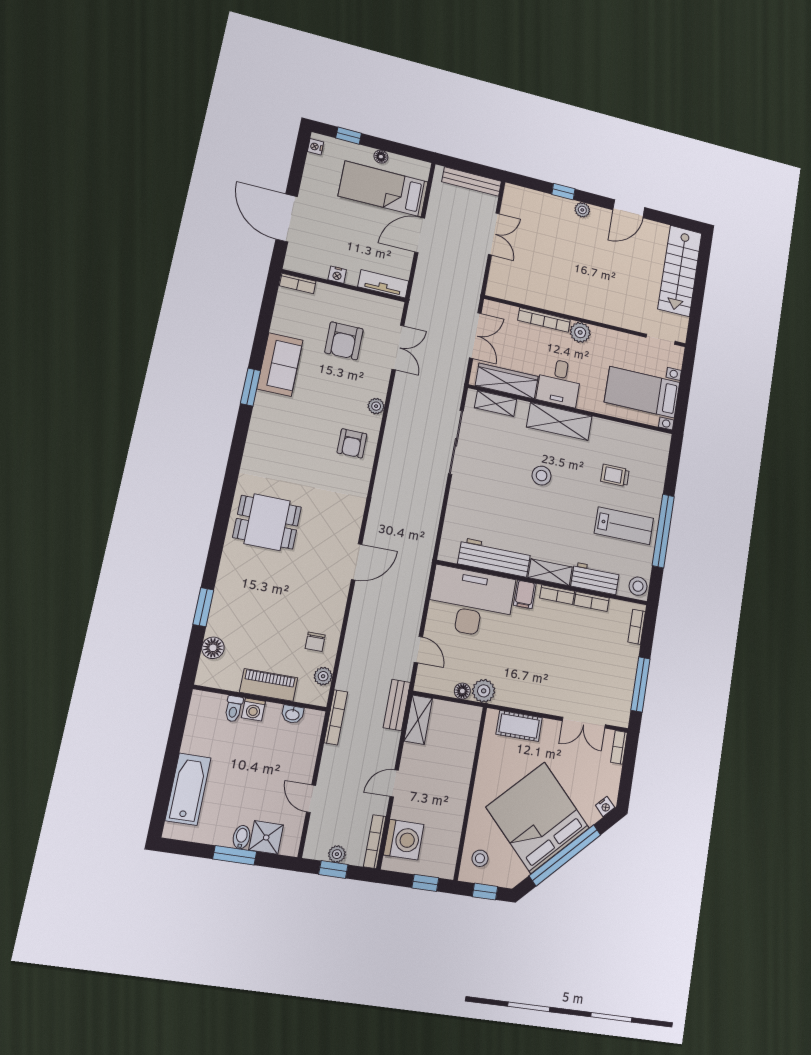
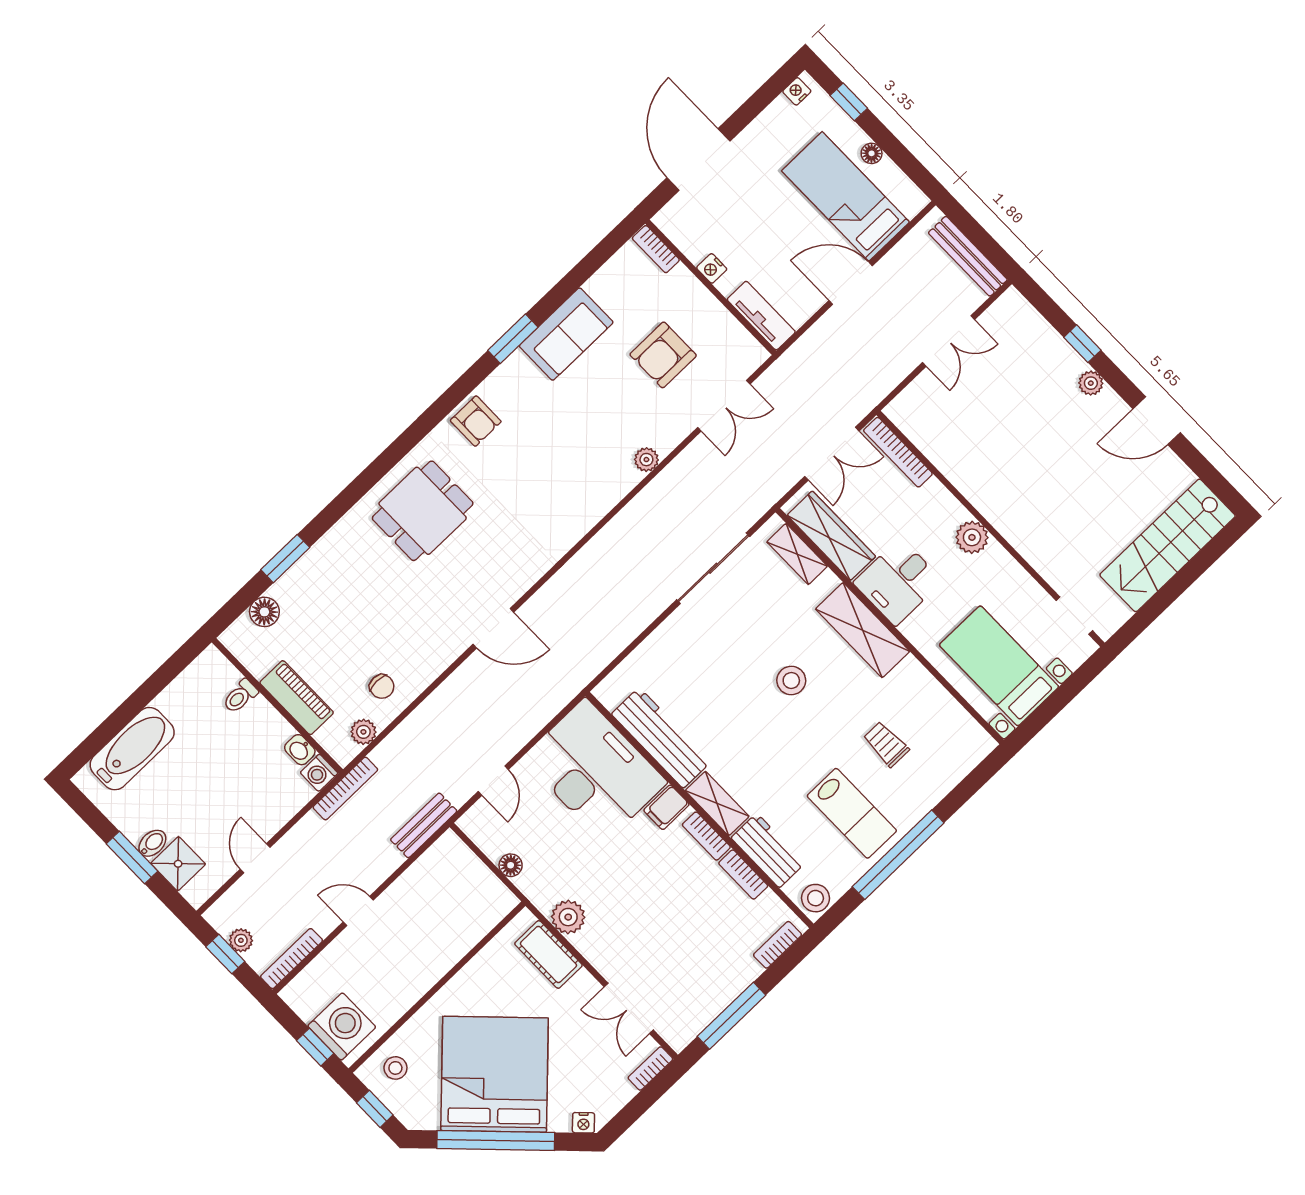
bookcase: (544, 320) -> (898, 452), moved
armchair: (352, 443) -> (476, 421), moved, turned -90
dining table: (267, 522) -> (423, 511), turned 90
chair: (315, 642) -> (382, 686), turned -90
plant: (484, 691) -> (568, 917), moved
washing machine: (253, 709) -> (319, 773), moved
shelving: (418, 720) -> (436, 860), removed
washing machine: (404, 840) -> (342, 1026), moved, turned -90

